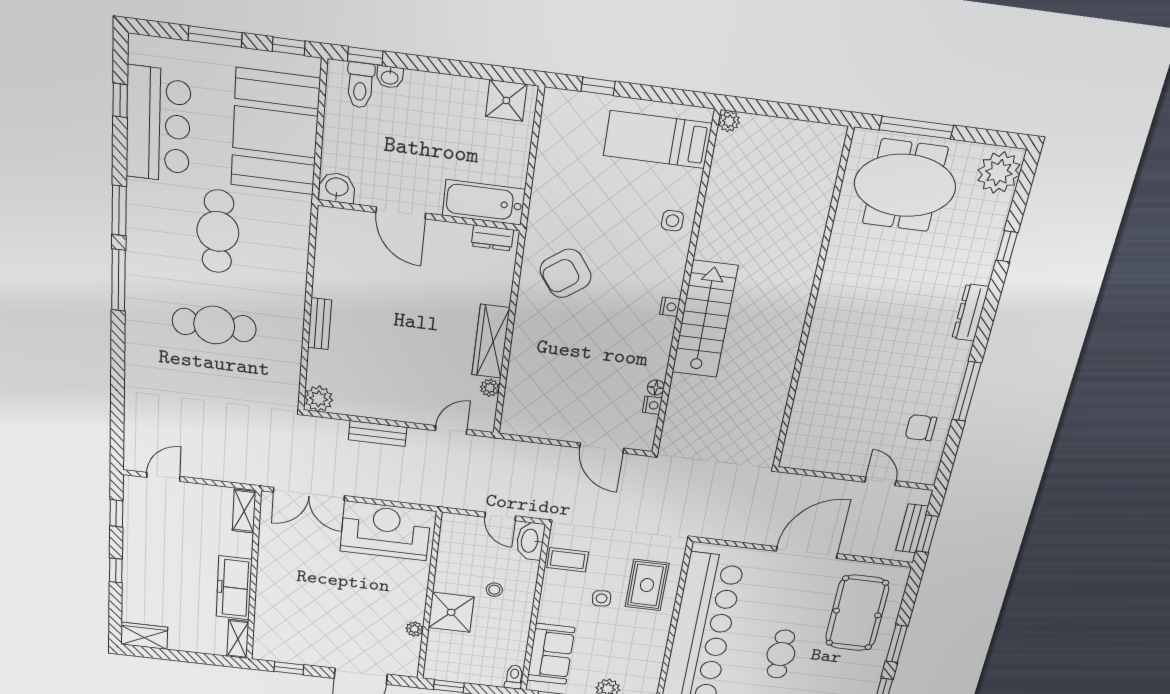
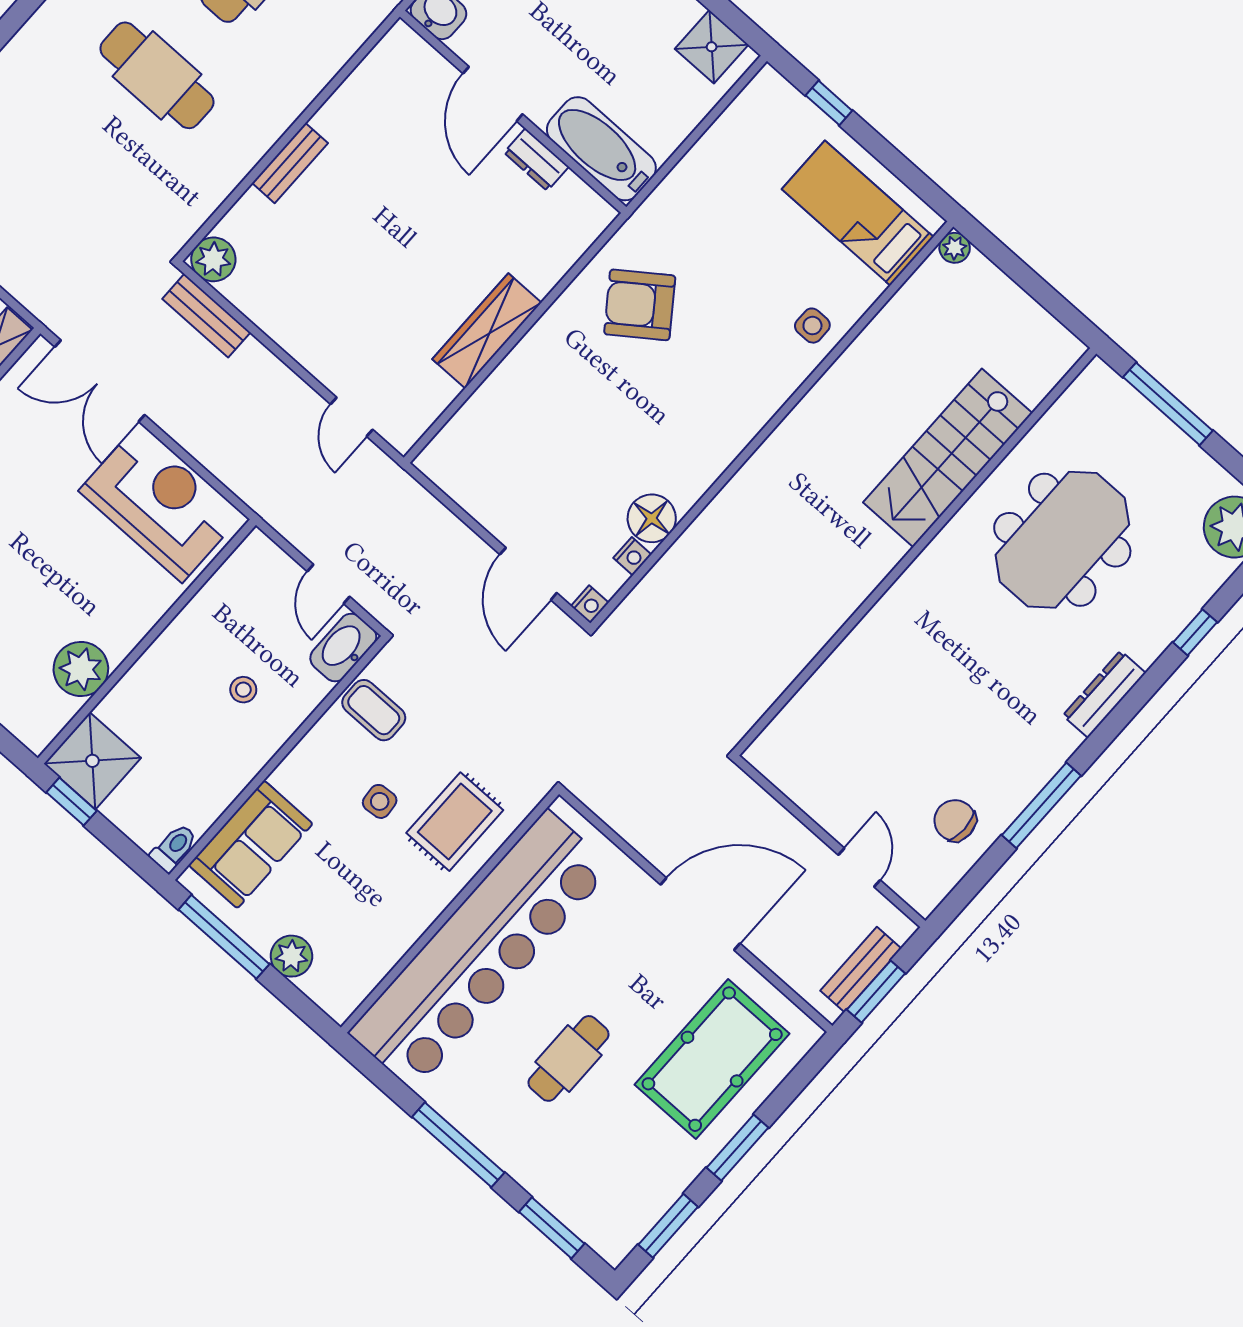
meeting table: (905, 185) -> (1062, 540), moved, turned 90
dresser: (492, 238) -> (536, 160), moved
nightstand: (670, 307) -> (590, 604), moved
stairs: (705, 319) -> (948, 458), moved, turned 180
floor lamp: (656, 387) -> (652, 518), width x1.89, depth x1.89
plant: (490, 388) -> (442, 392), removed
door: (451, 430) -> (352, 417), swing flipped
bench: (378, 433) -> (206, 316), moved
shower: (451, 612) -> (92, 761), moved
plant: (414, 629) -> (81, 669), width x1.87, depth x1.87

